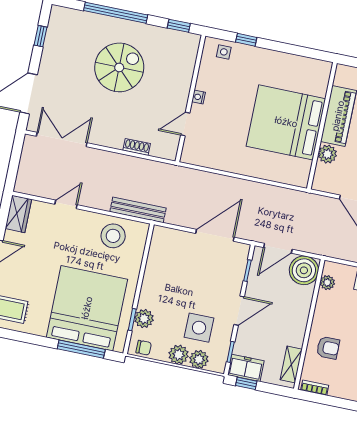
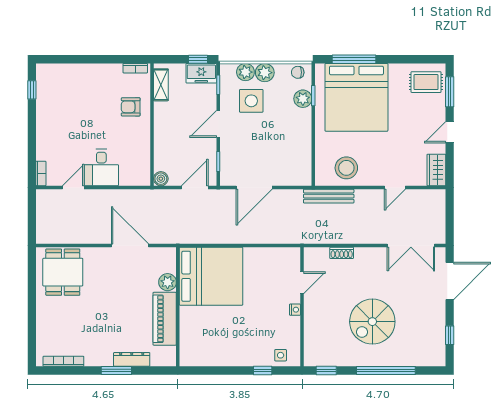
bed: (286, 122) -> (211, 276), moved
boiler: (304, 270) -> (161, 179), width x0.54, depth x0.54
plant: (327, 283) -> (144, 166), removed

